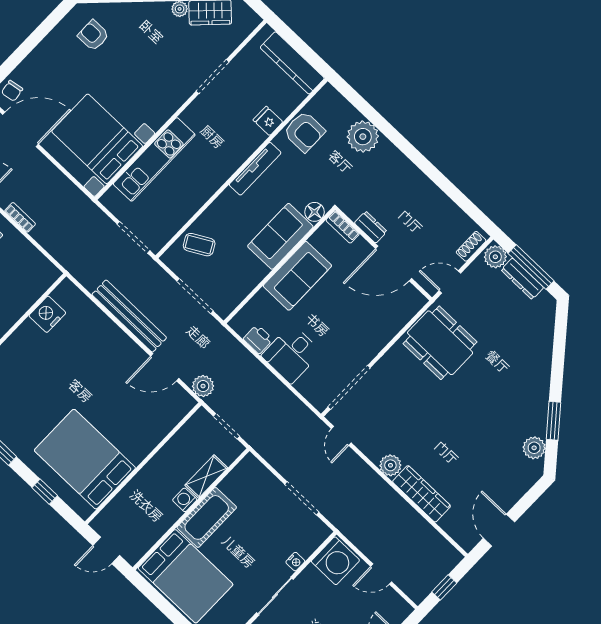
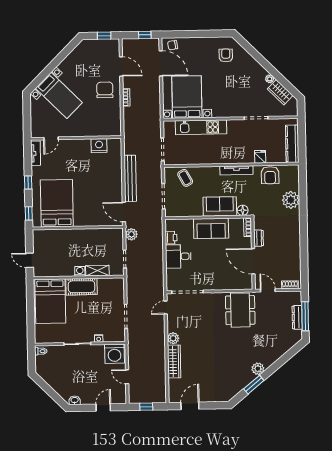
plant: (495, 257) -> (295, 298), removed
plant: (534, 448) -> (258, 369), moved
bed: (85, 459) -> (57, 203), moved
wall: (143, 463) -> (78, 228), moved

